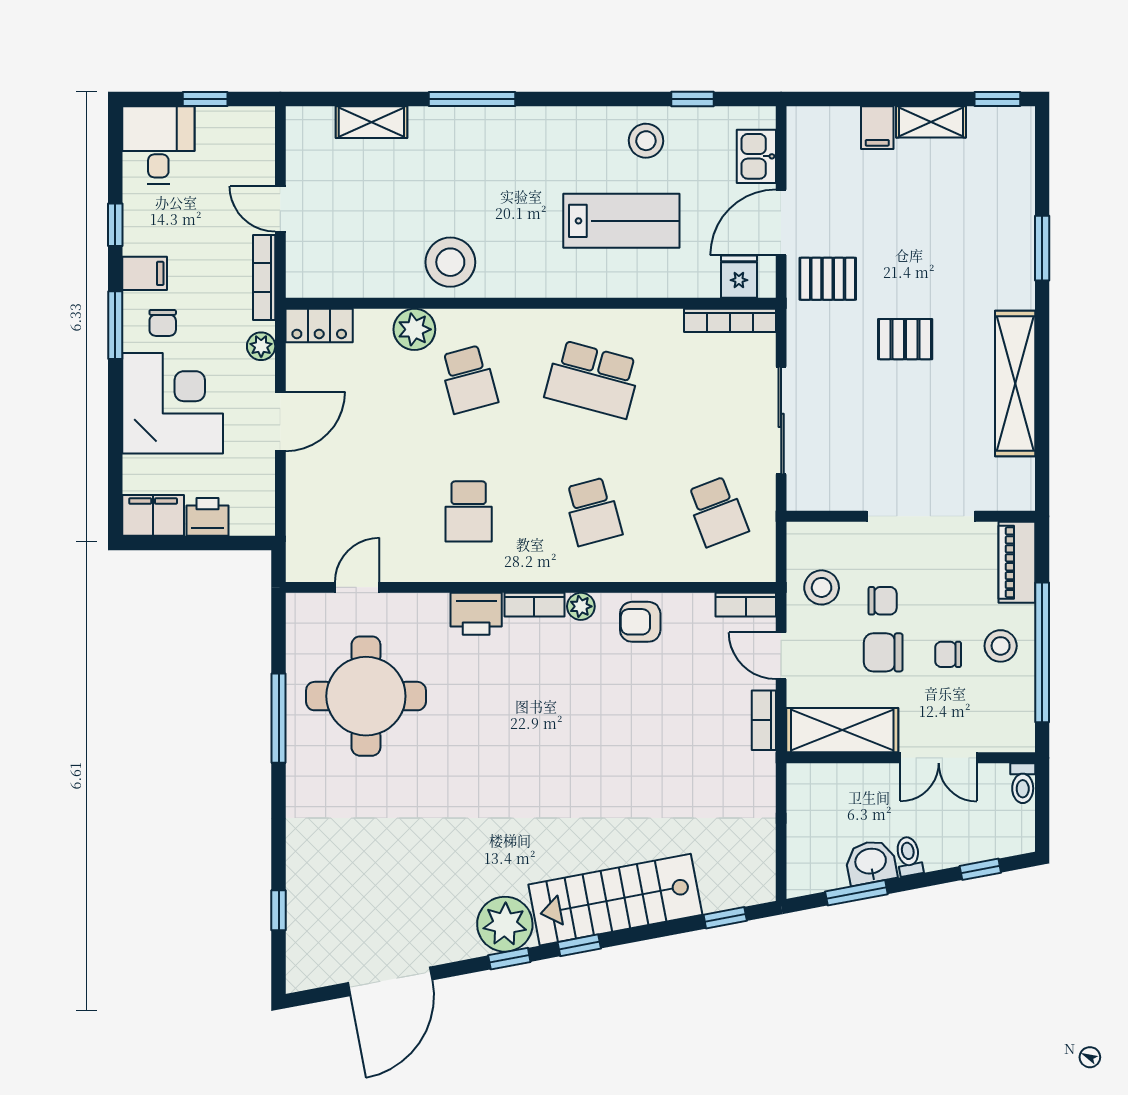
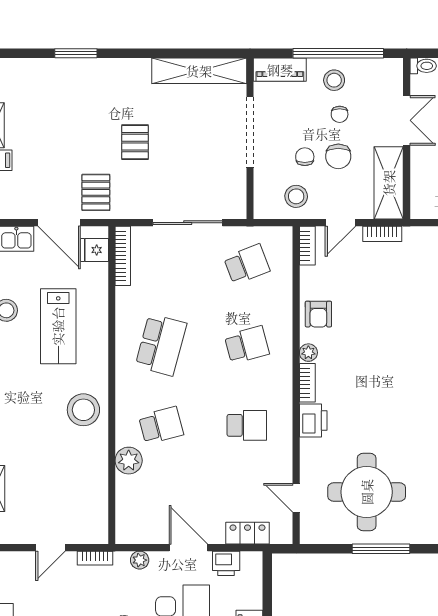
lab bench: (621, 221) -> (58, 326), turned 180
stool: (450, 262) -> (83, 410), moved
bookcase: (264, 278) -> (95, 558), width x0.64
locker: (319, 325) -> (247, 533), moved, turned -90
shelving: (1015, 384) -> (199, 71), moved
printer: (208, 517) -> (226, 563), moved, turned -90

